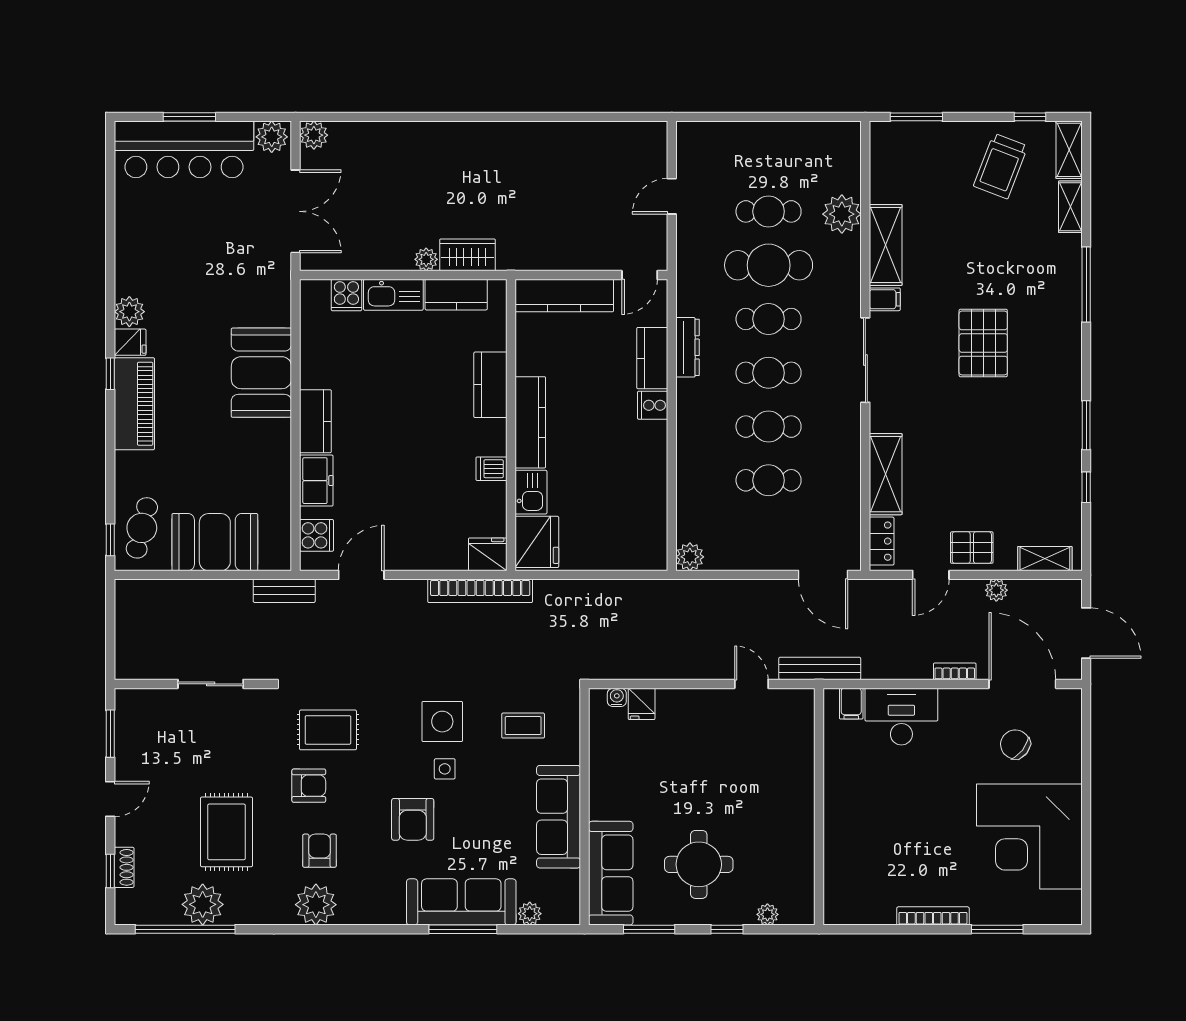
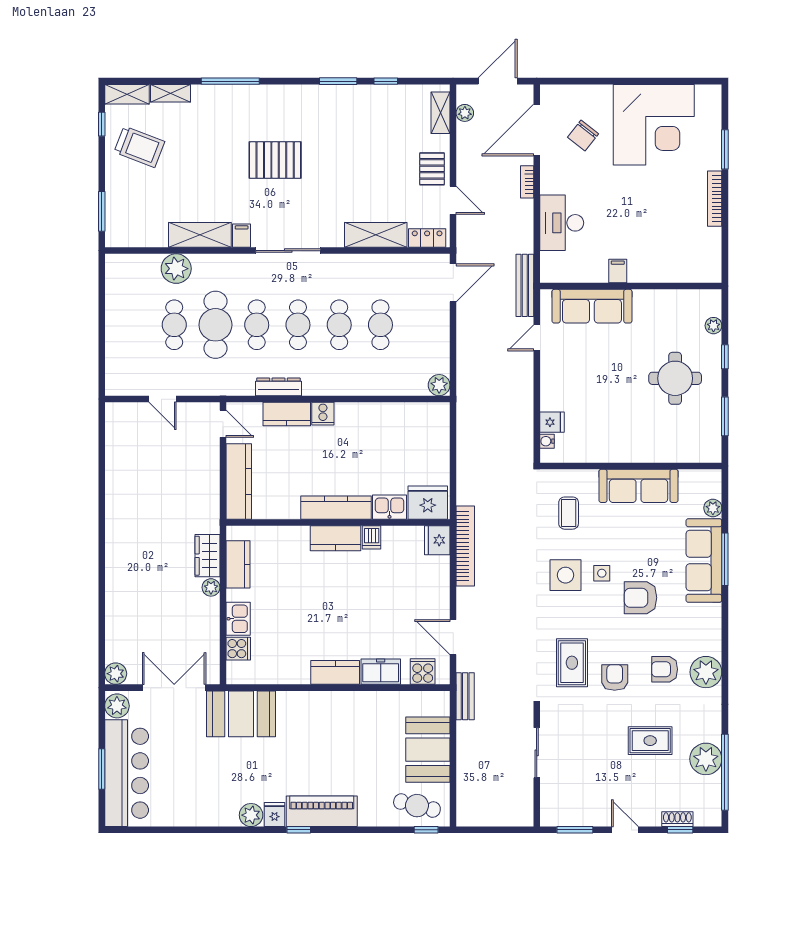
kitchen sink: (393, 295) -> (238, 619), width x0.73
booth: (261, 373) -> (241, 714), moved
kitchen counter: (490, 385) -> (336, 538), moved
plant: (996, 590) -> (465, 113), moved
filing cabinet: (851, 704) -> (618, 271), moved, turned -90
armchair: (413, 819) -> (641, 598), turned 180
rug: (226, 832) -> (650, 741), width x0.73, depth x0.70
sofa: (611, 873) -> (592, 306), moved, turned 180

